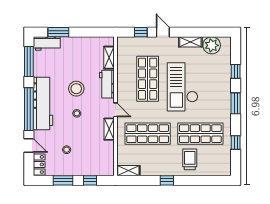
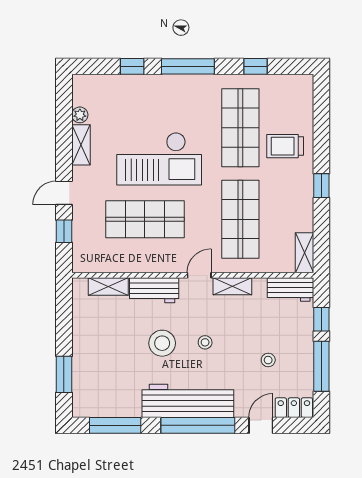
workbench: (47, 44) -> (290, 290), moved, turned 90
plant: (212, 45) -> (80, 115), width x0.53, depth x0.53
window: (236, 103) -> (188, 66), width x1.44
window: (63, 180) -> (321, 366), width x1.44

